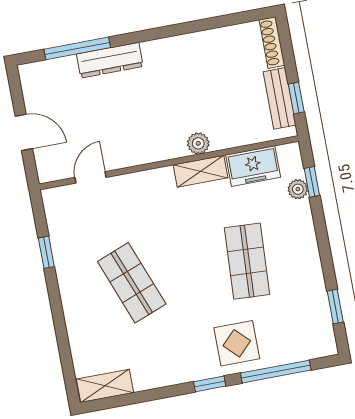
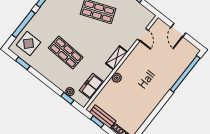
window: (77, 48) -> (185, 74), width x1.46
dresser: (110, 60) -> (171, 80), removed
door: (24, 132) -> (178, 30), hinge flipped
shelving: (201, 171) -> (117, 58), moved
display table: (237, 343) -> (28, 44), moved

